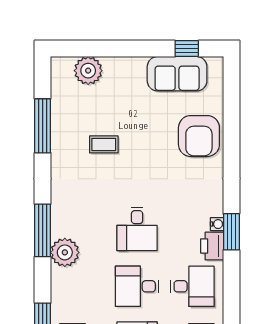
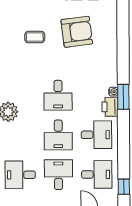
armchair: (199, 136) -> (77, 32), moved, turned -97
desk: (137, 286) -> (58, 135), turned -90

